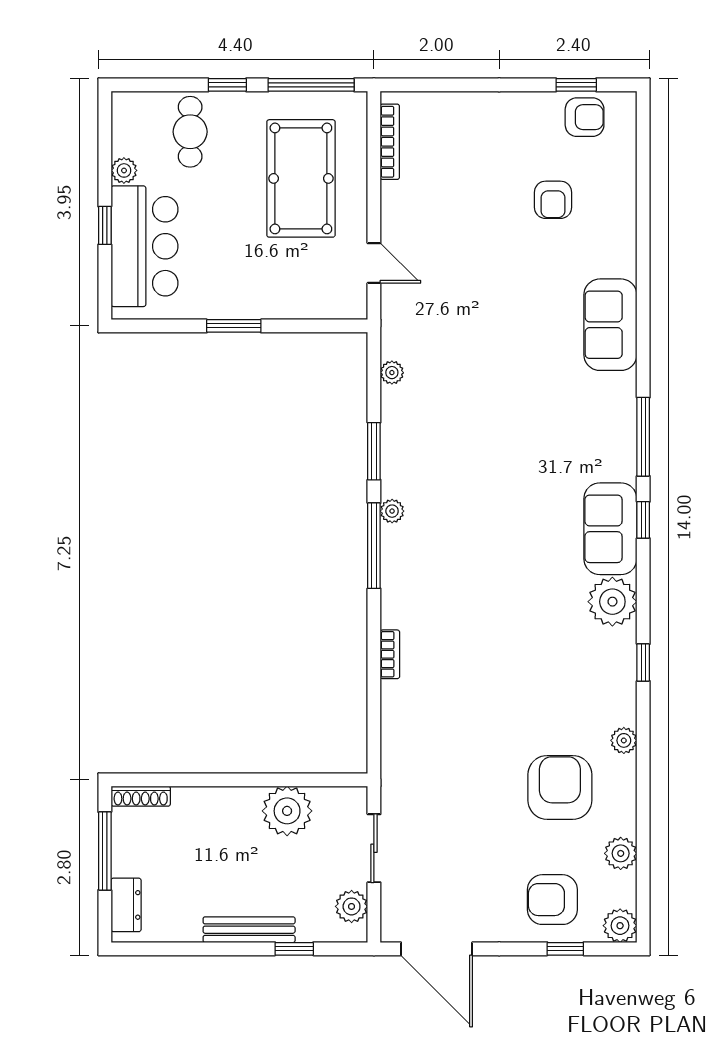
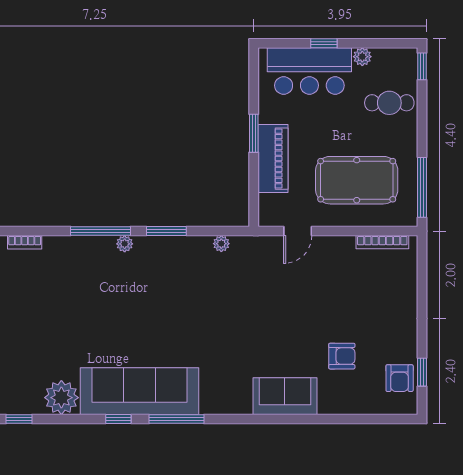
window: (227, 85) -> (422, 66), moved
armchair: (553, 200) -> (342, 356), turned 180
piano: (270, 298) -> (273, 159), added
sofa: (610, 325) -> (285, 396), moved
sofa: (610, 529) -> (139, 391), width x1.85, depth x1.27

